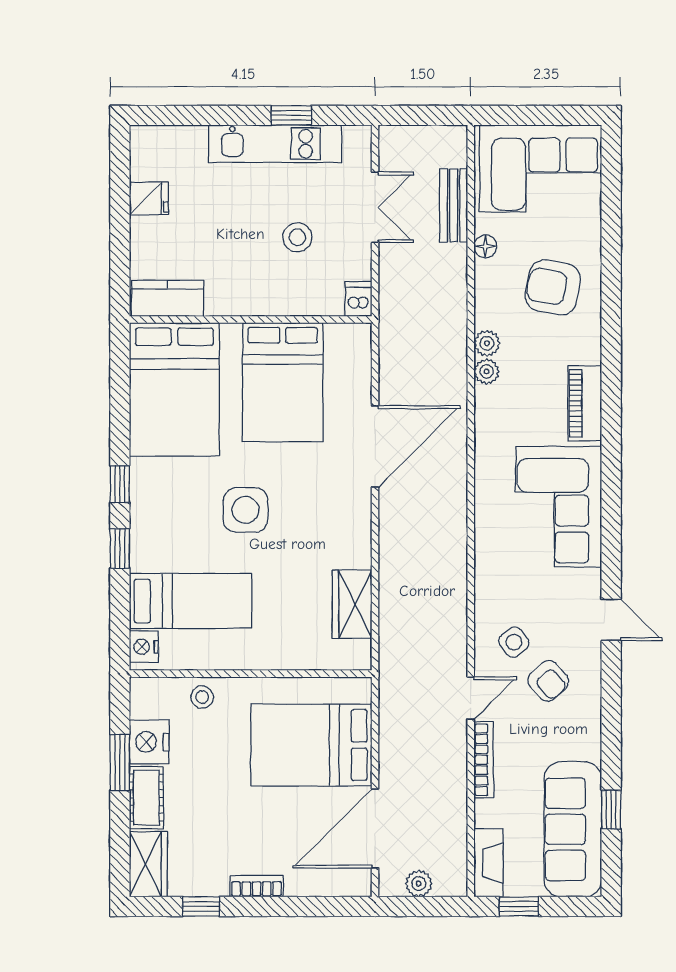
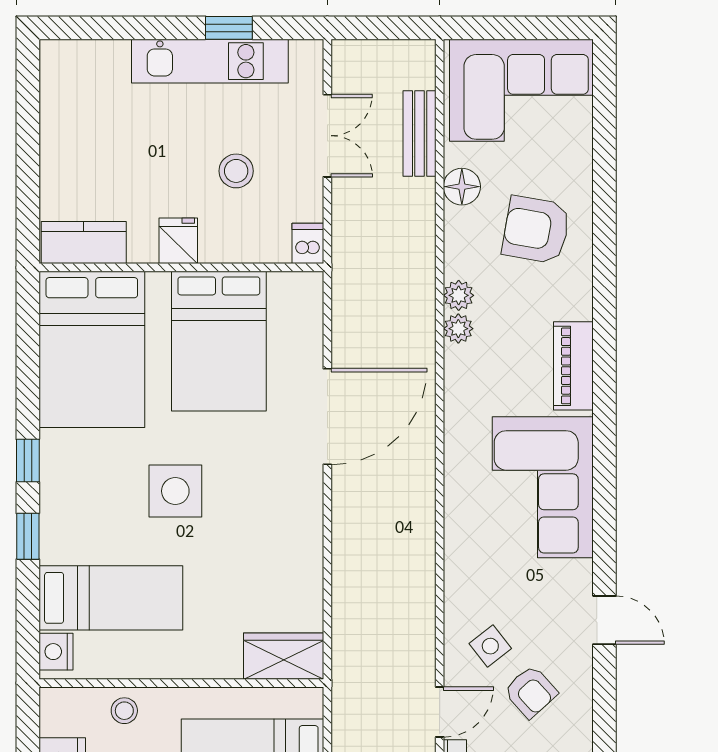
fridge: (149, 199) -> (178, 241), moved, turned -90
floor lamp: (485, 246) -> (462, 187), width x1.37, depth x1.37
wardrobe: (352, 604) -> (284, 656), moved, turned 90

